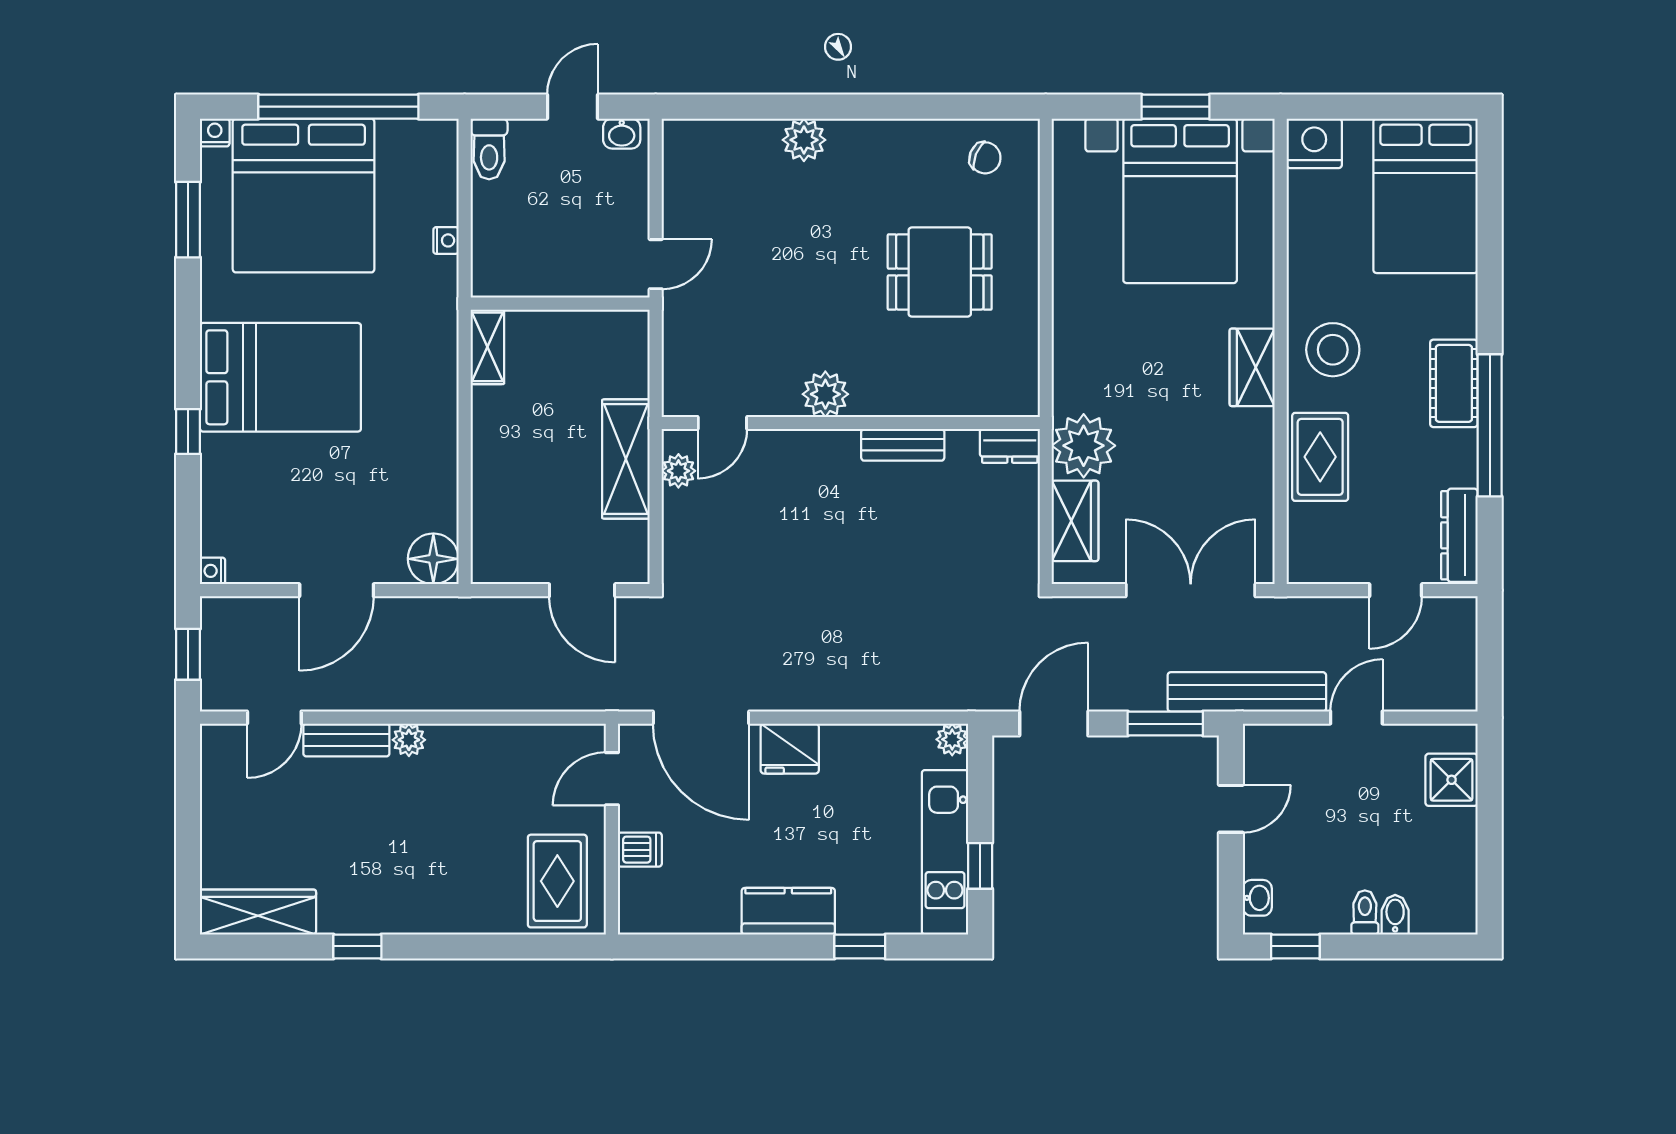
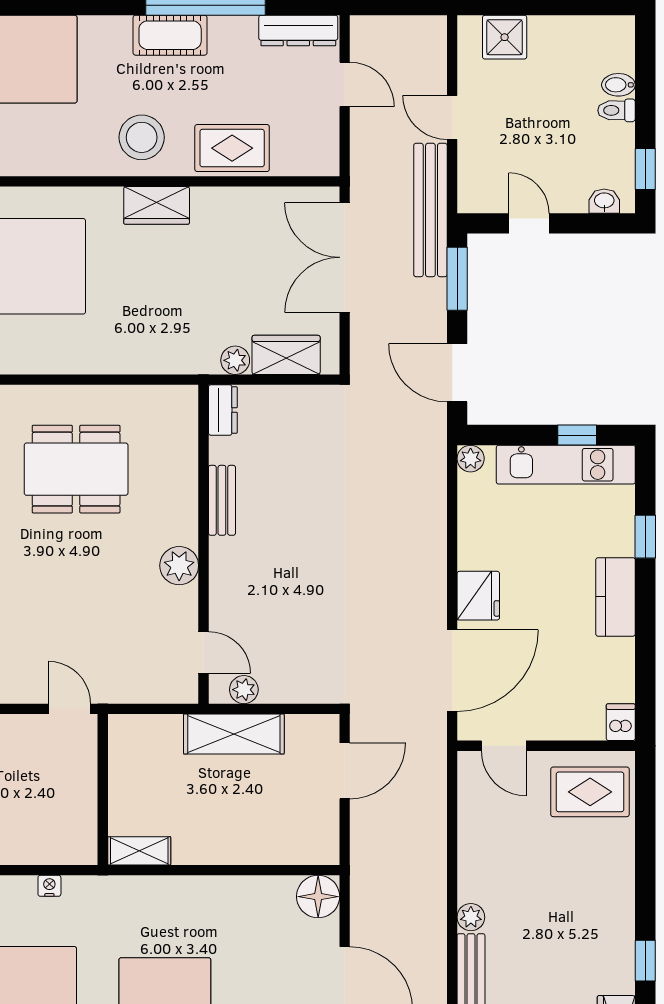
dining table: (940, 272) -> (76, 469), width x1.38
plant: (1084, 446) -> (235, 360), width x0.53, depth x0.53
dishwasher: (640, 850) -> (621, 722), moved

